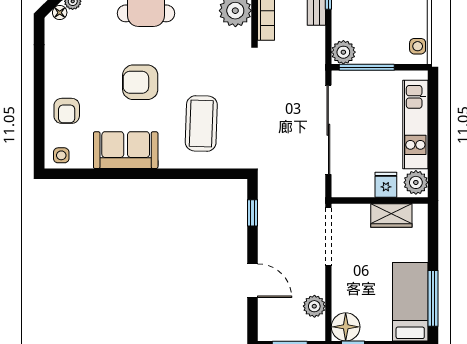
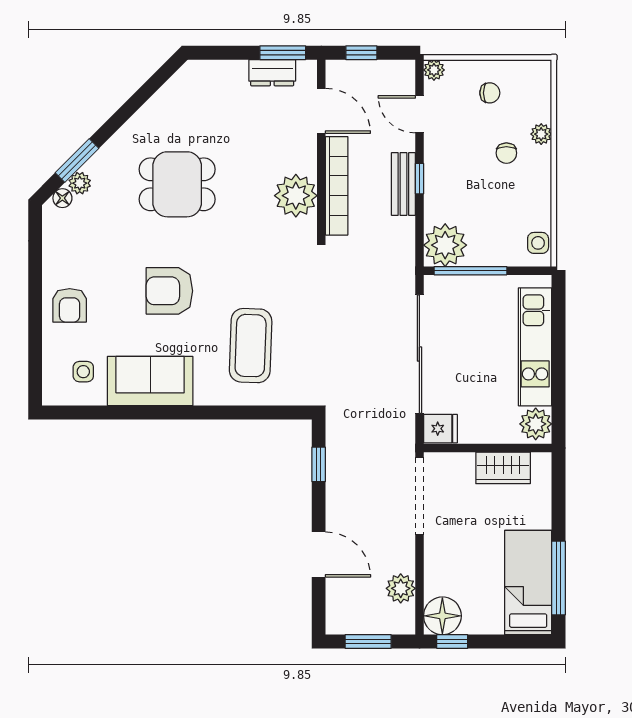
plant: (343, 52) -> (445, 245), width x1.36, depth x1.36
armchair: (67, 111) -> (70, 305), moved
side table: (61, 155) -> (83, 372), moved
fridge: (386, 185) -> (440, 429), moved, turned 90

